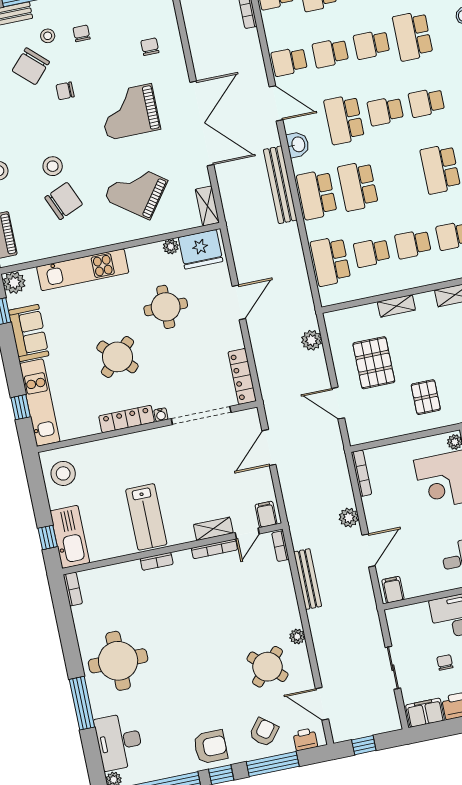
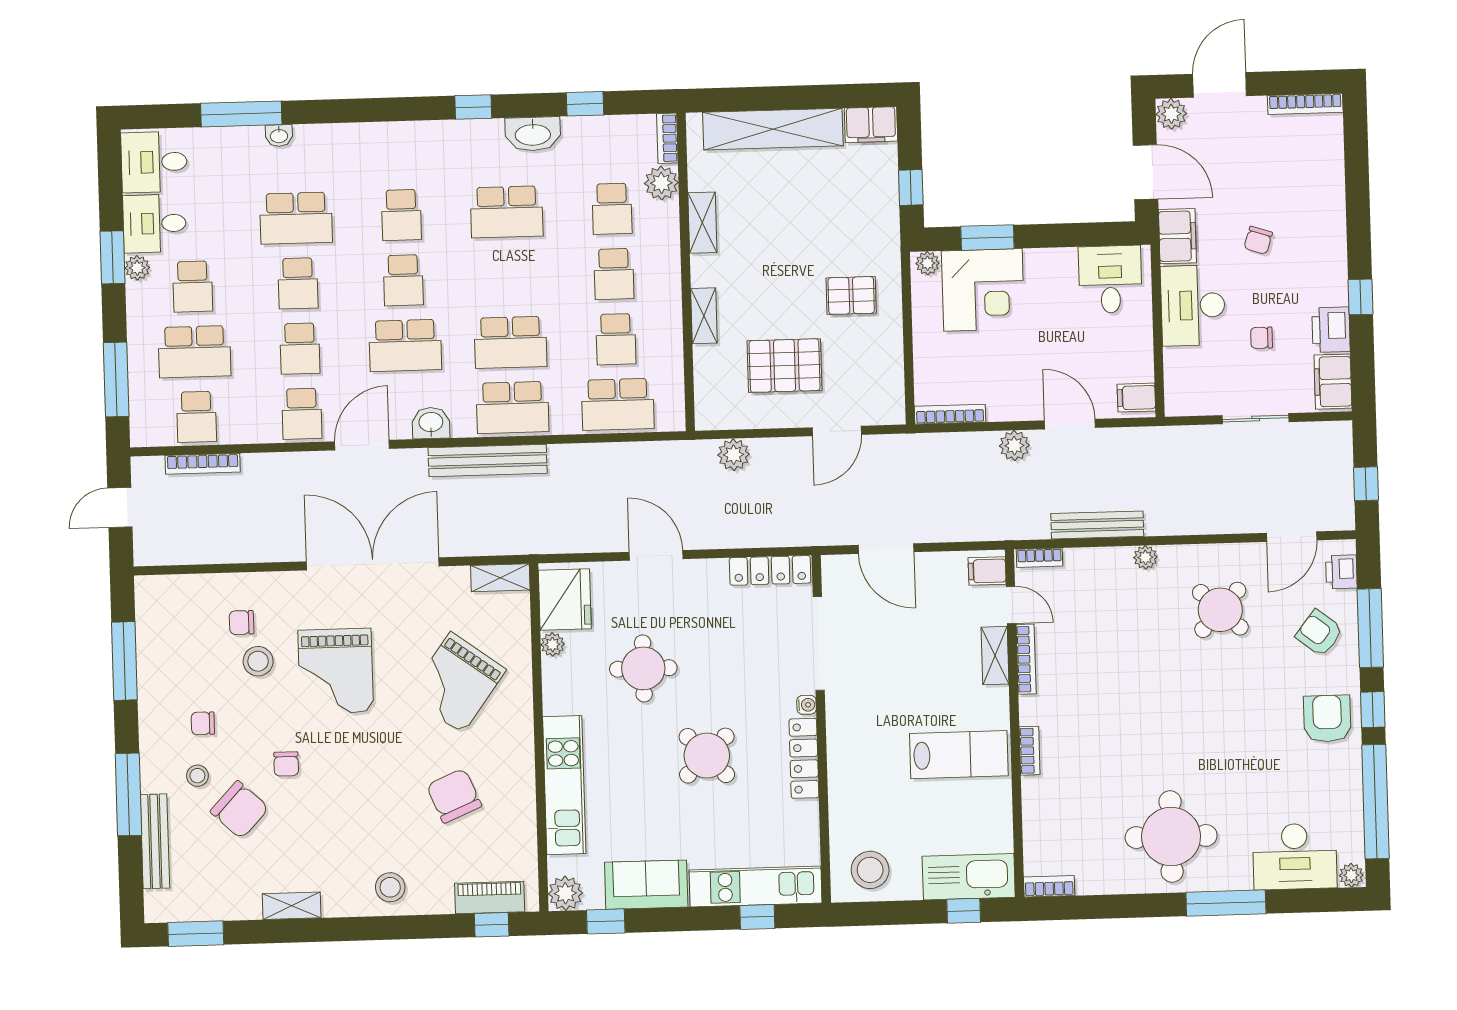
stool: (53, 166) -> (258, 661), moved
plant: (297, 637) -> (1145, 557), moved

